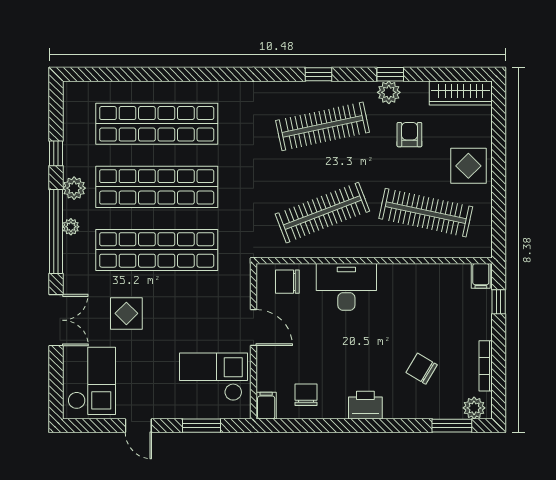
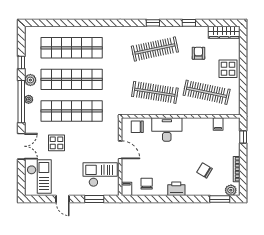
plant: (389, 92) -> (188, 32), removed
clothes rail: (322, 213) -> (155, 92), turned 30
filing cabinet: (481, 276) -> (218, 124), moved

